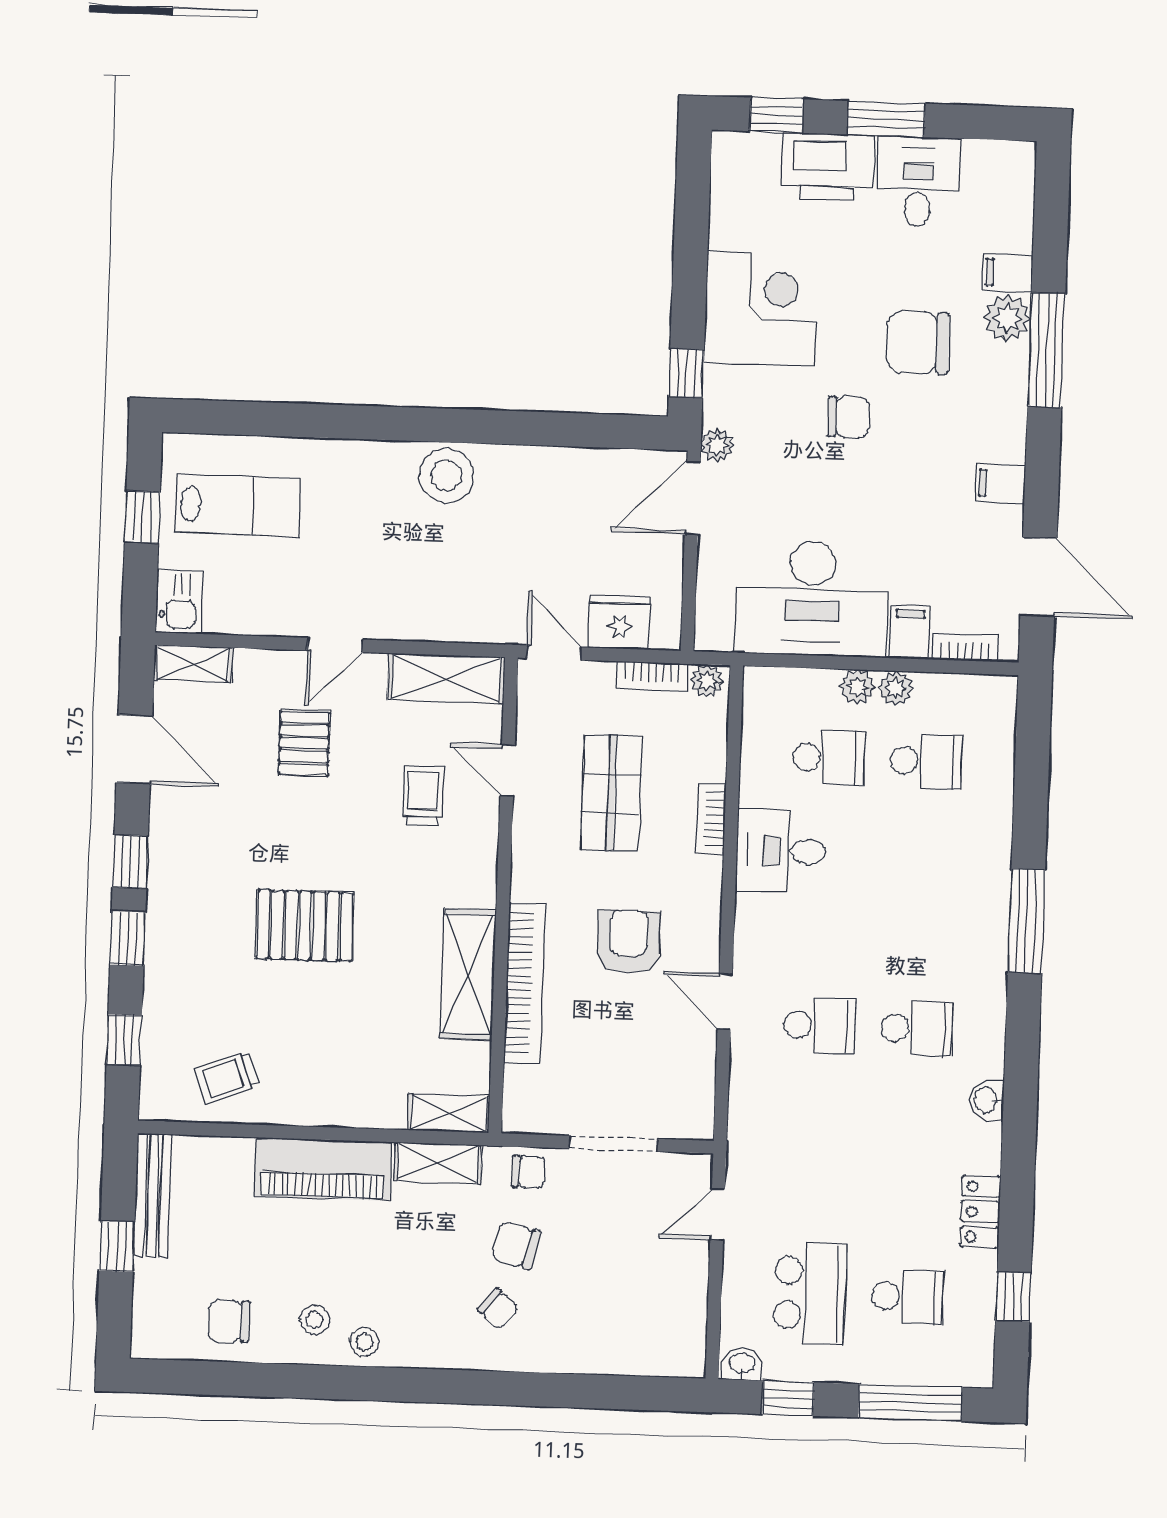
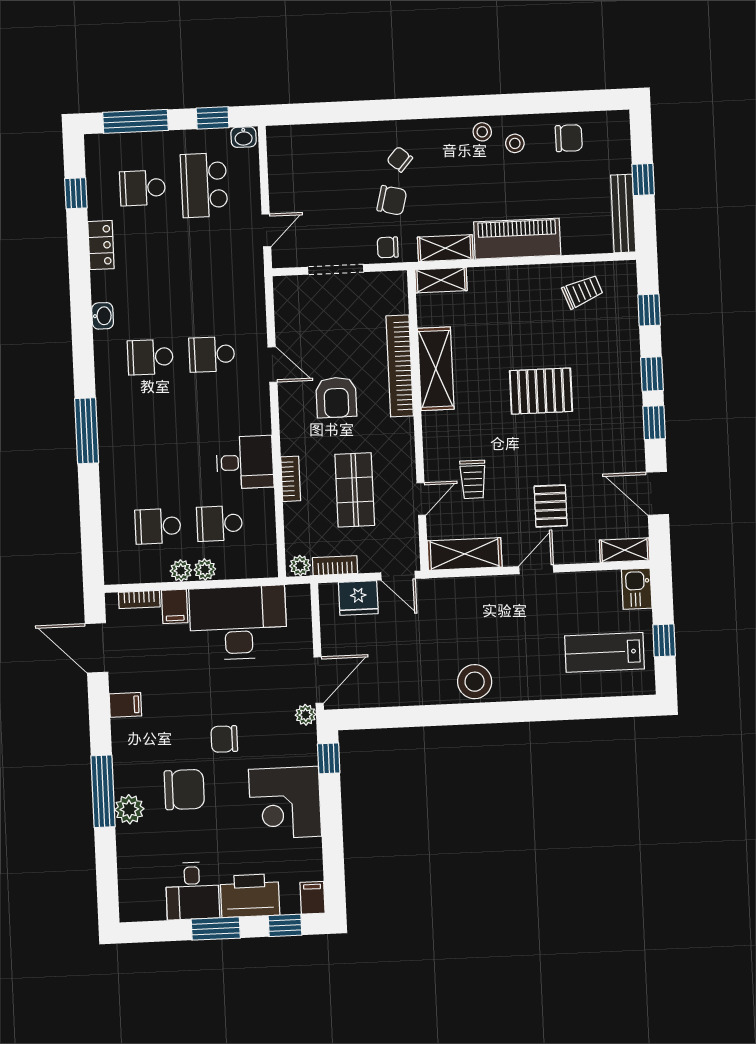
filing cabinet: (1007, 273) -> (313, 898), moved, turned -90
door: (507, 771) -> (421, 499), hinge flipped

